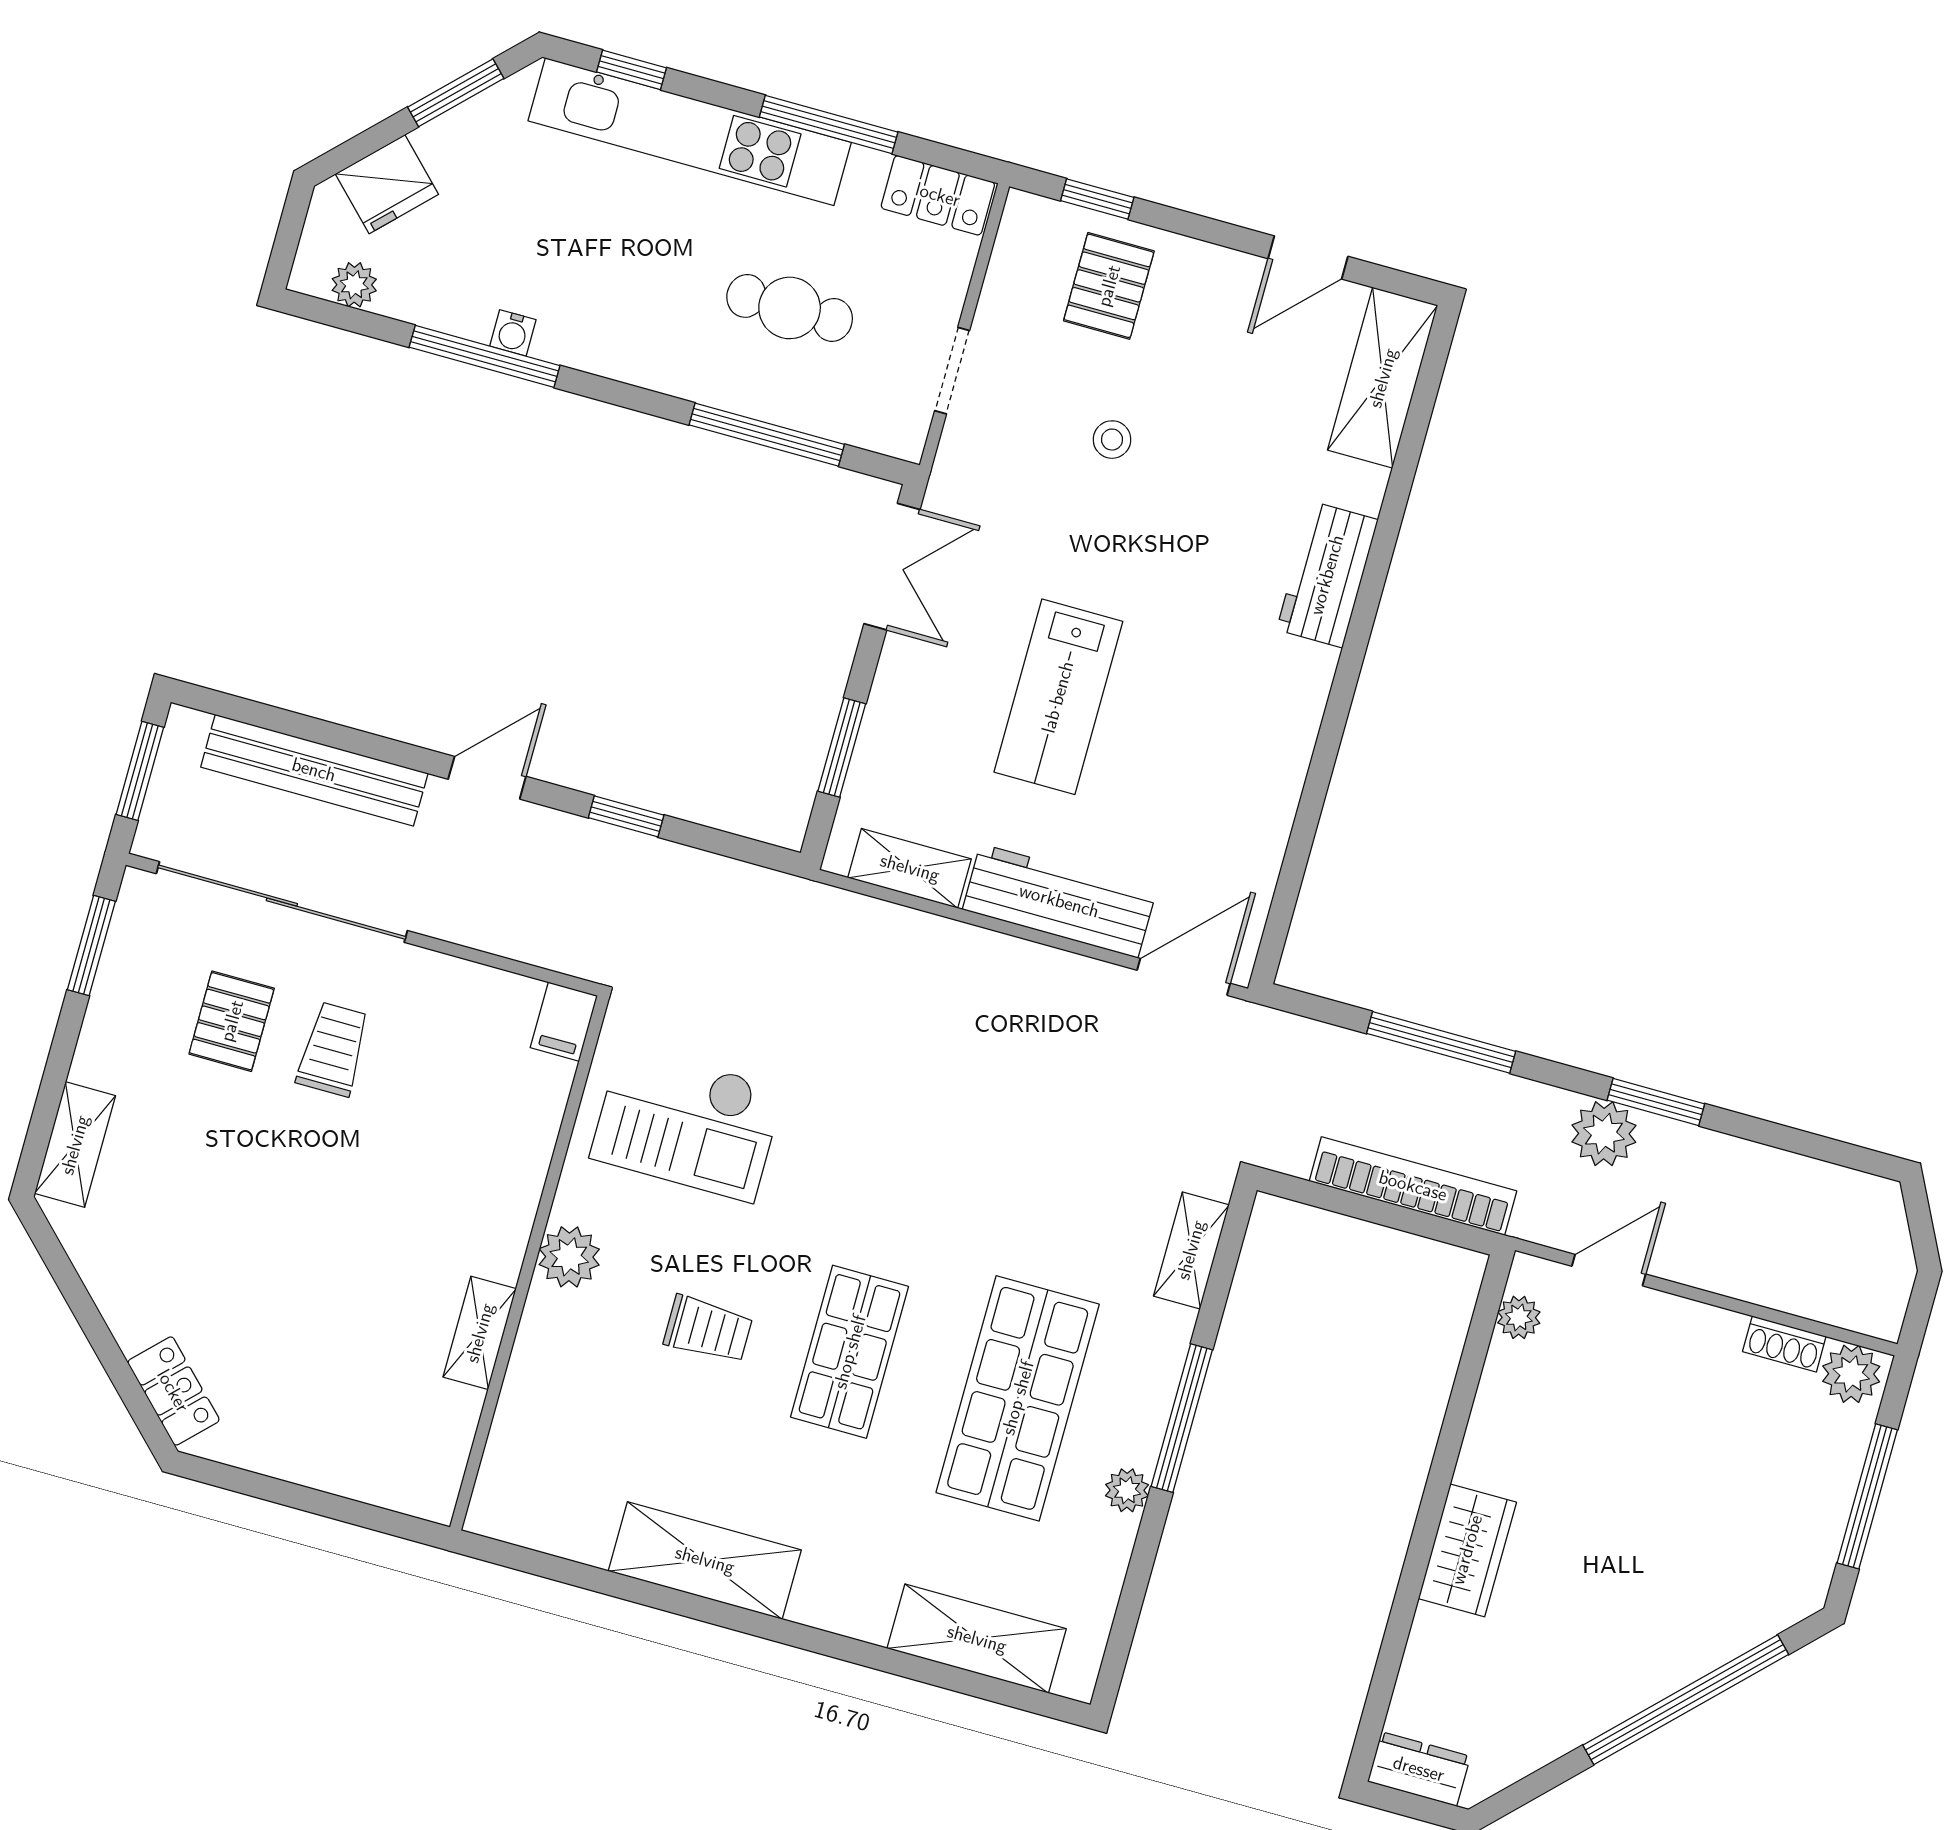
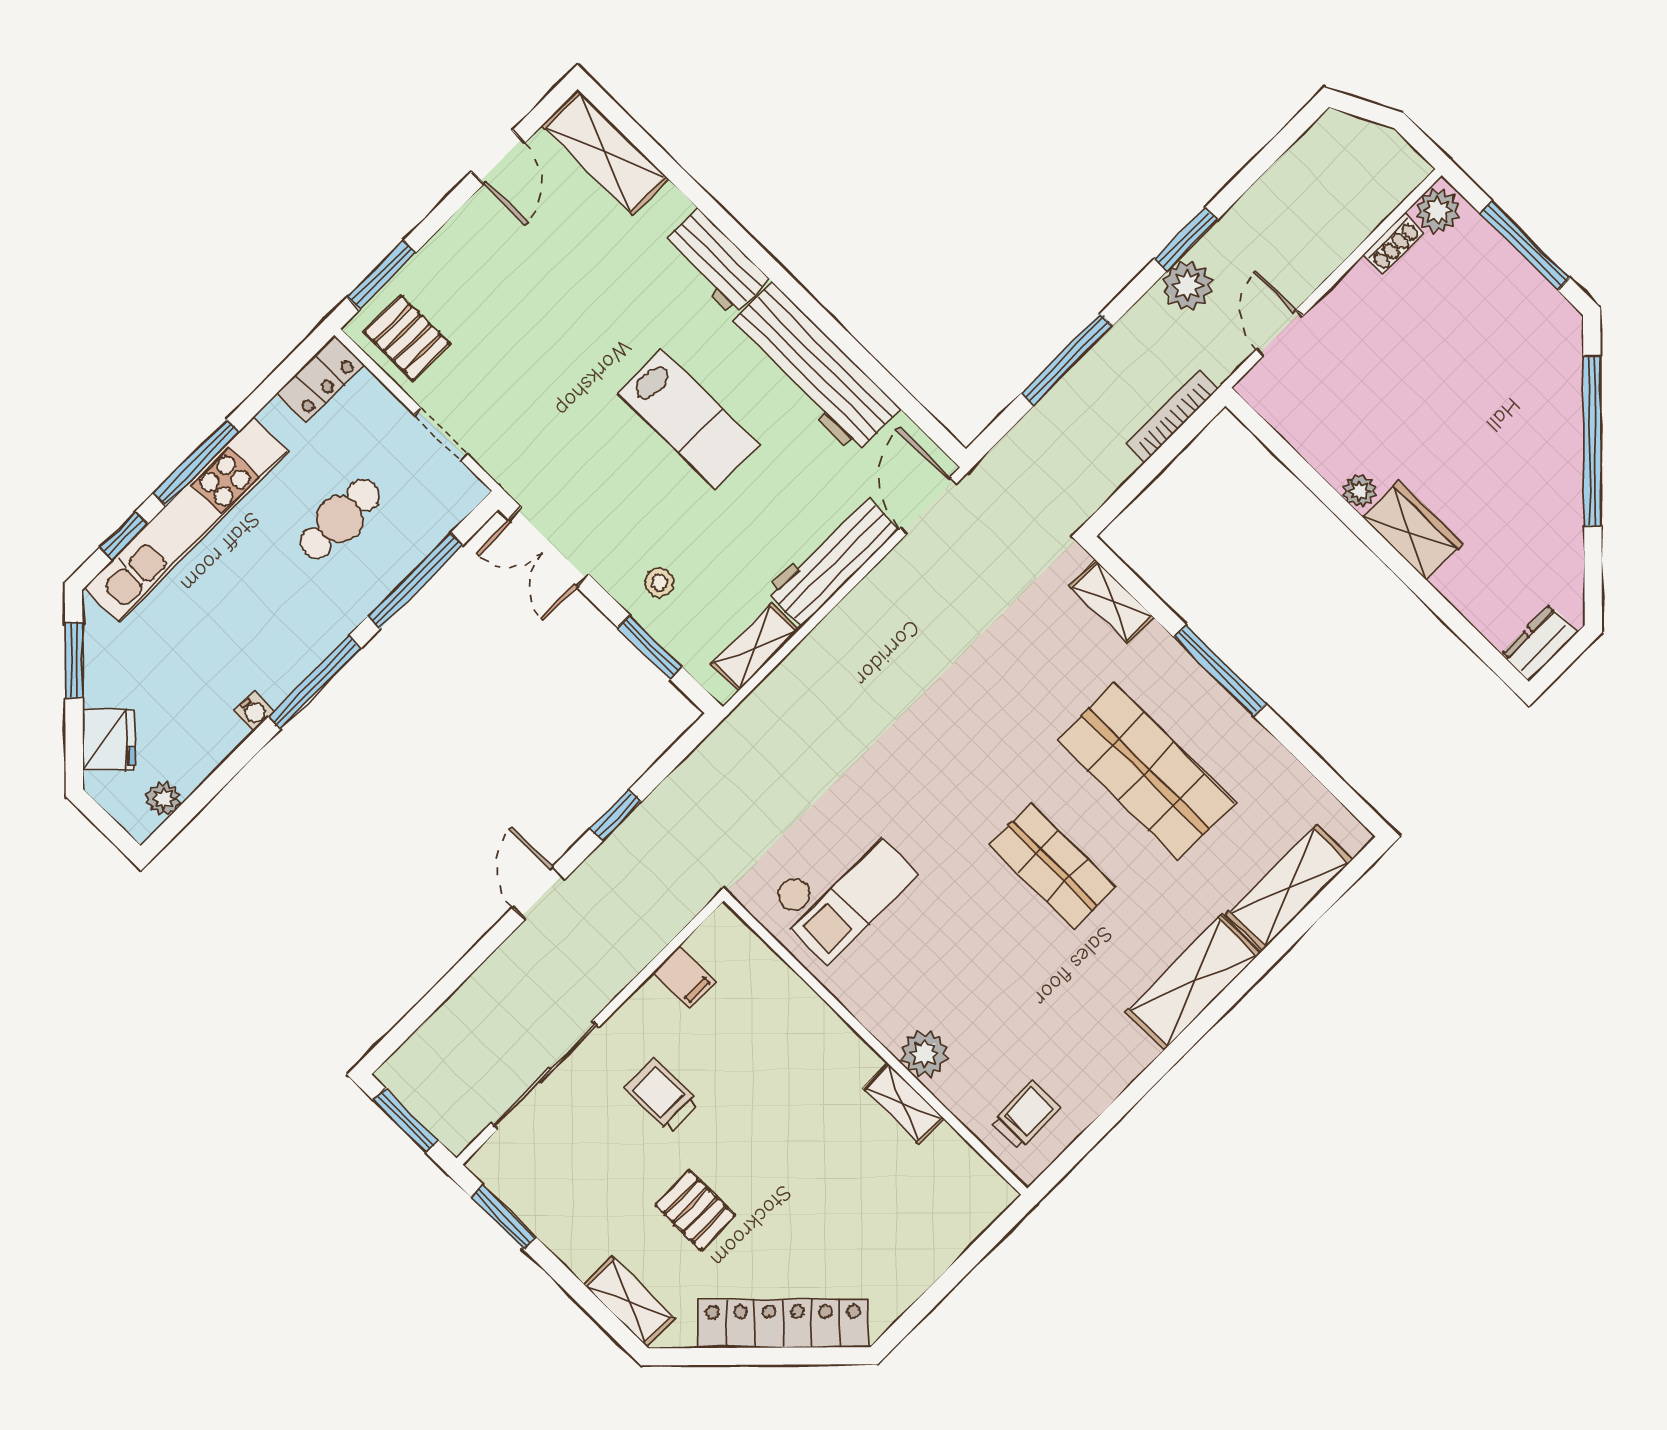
window: (829, 124) -> (196, 462), moved
window: (1097, 199) -> (381, 275), width x1.50
pallet: (1109, 286) -> (407, 338), moved
window: (485, 356) -> (315, 683), moved
stool: (1112, 440) -> (659, 582), moved
double door: (892, 567) -> (549, 547), swing flipped
lab bench: (1058, 697) -> (689, 419), moved
workbench: (1268, 756) -> (813, 369), added
bench: (314, 770) -> (470, 1005), removed
sliding door: (282, 902) -> (545, 1075), width x0.73
pallet: (232, 1021) -> (695, 1210), moved
filing cabinet: (564, 1022) -> (684, 977), moved
bookcase: (1413, 1186) -> (1172, 417), width x0.68, depth x0.76
plant: (569, 1257) -> (924, 1054), moved
plant: (1519, 1317) -> (1360, 491), moved
trolley: (708, 1329) -> (1026, 1114), moved
locker: (173, 1391) -> (783, 1324), width x2.16, depth x1.21
plant: (1127, 1490) -> (1247, 733), removed
shelving: (705, 1560) -> (1193, 982), moved

